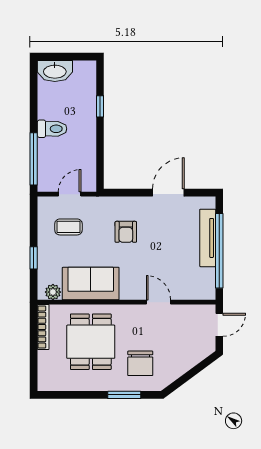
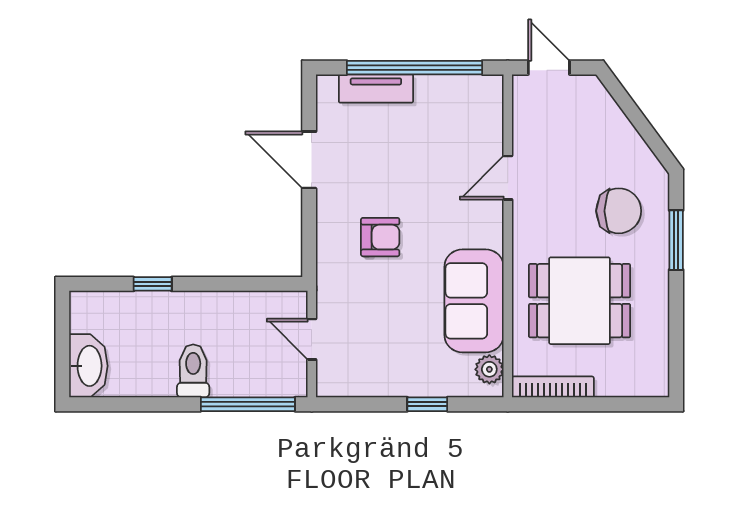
coffee table: (68, 227) -> (371, 341), removed
tv unit: (208, 238) -> (376, 89), width x0.71

